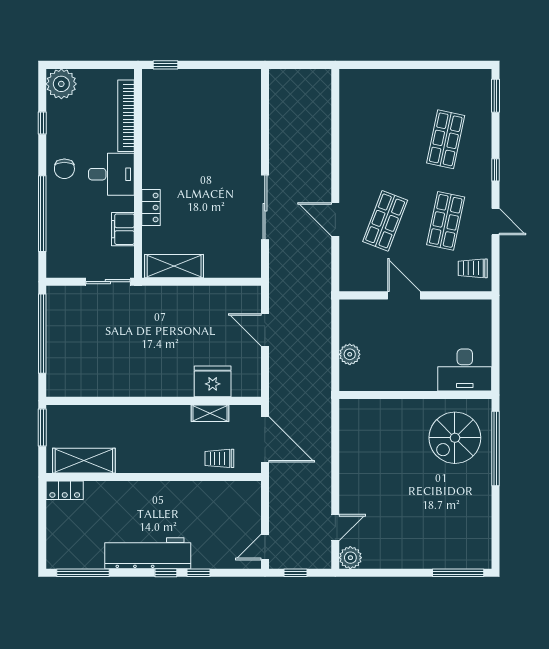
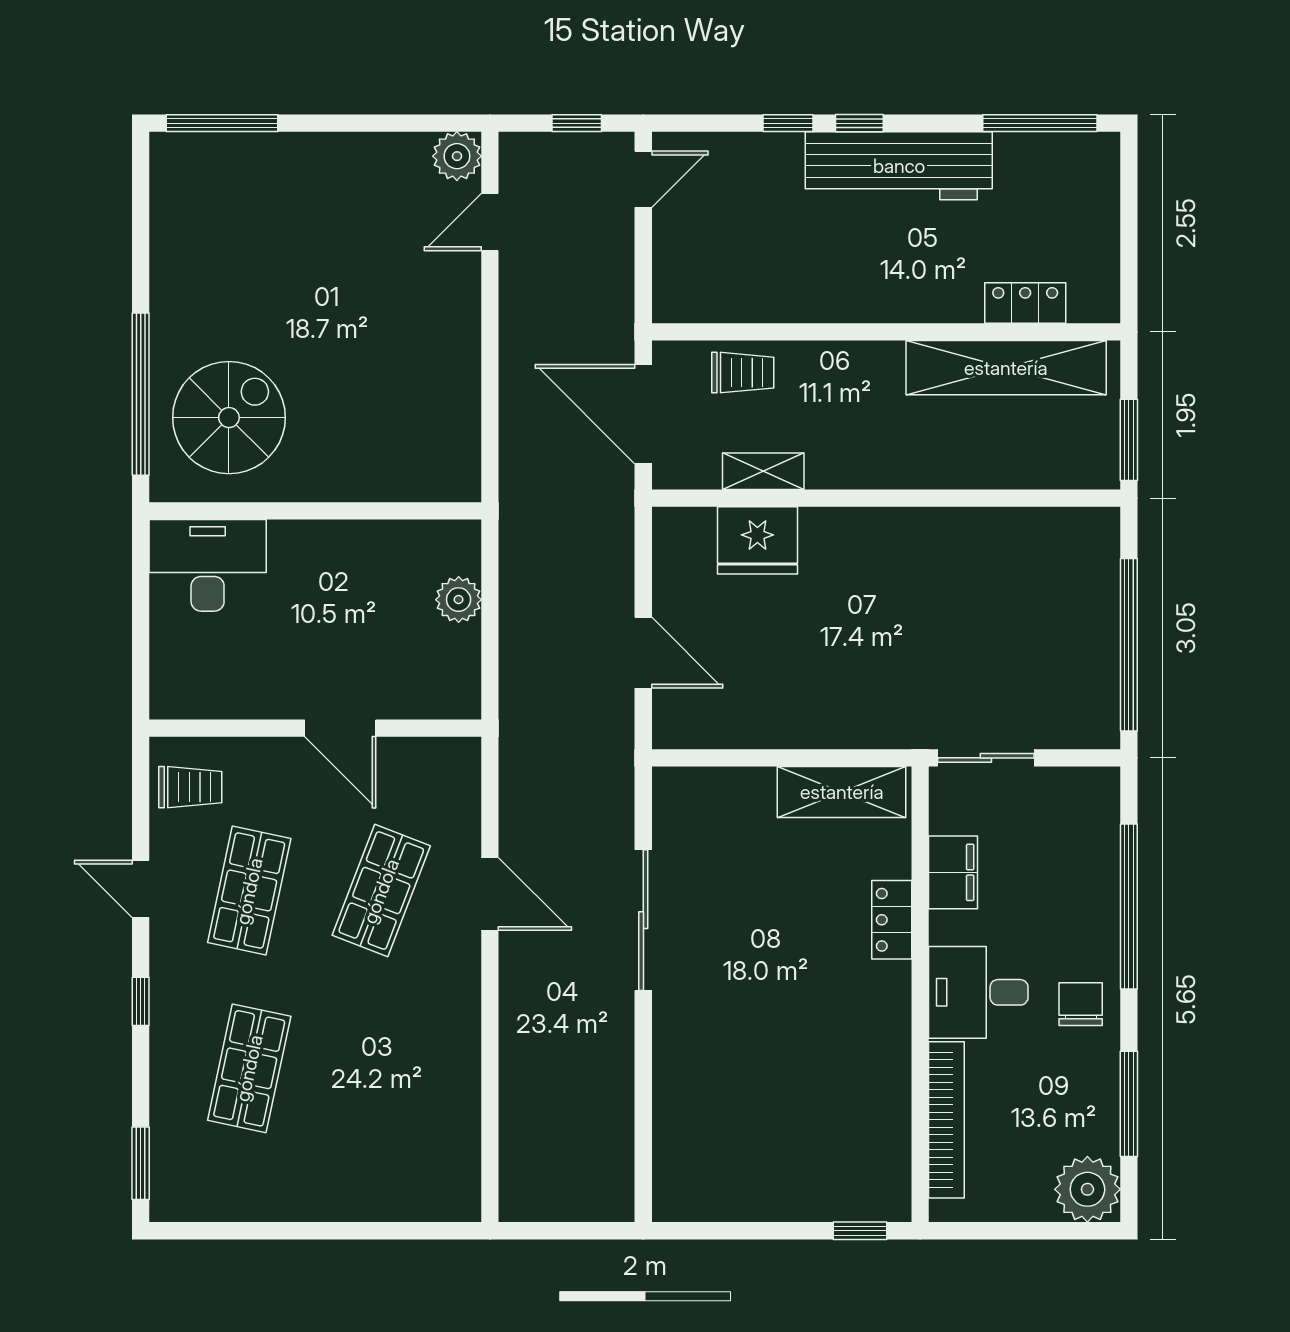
window: (42, 123) -> (1129, 1104), width x2.17
shelving: (84, 461) -> (1006, 368), width x1.47
locker: (65, 490) -> (1025, 303), moved

